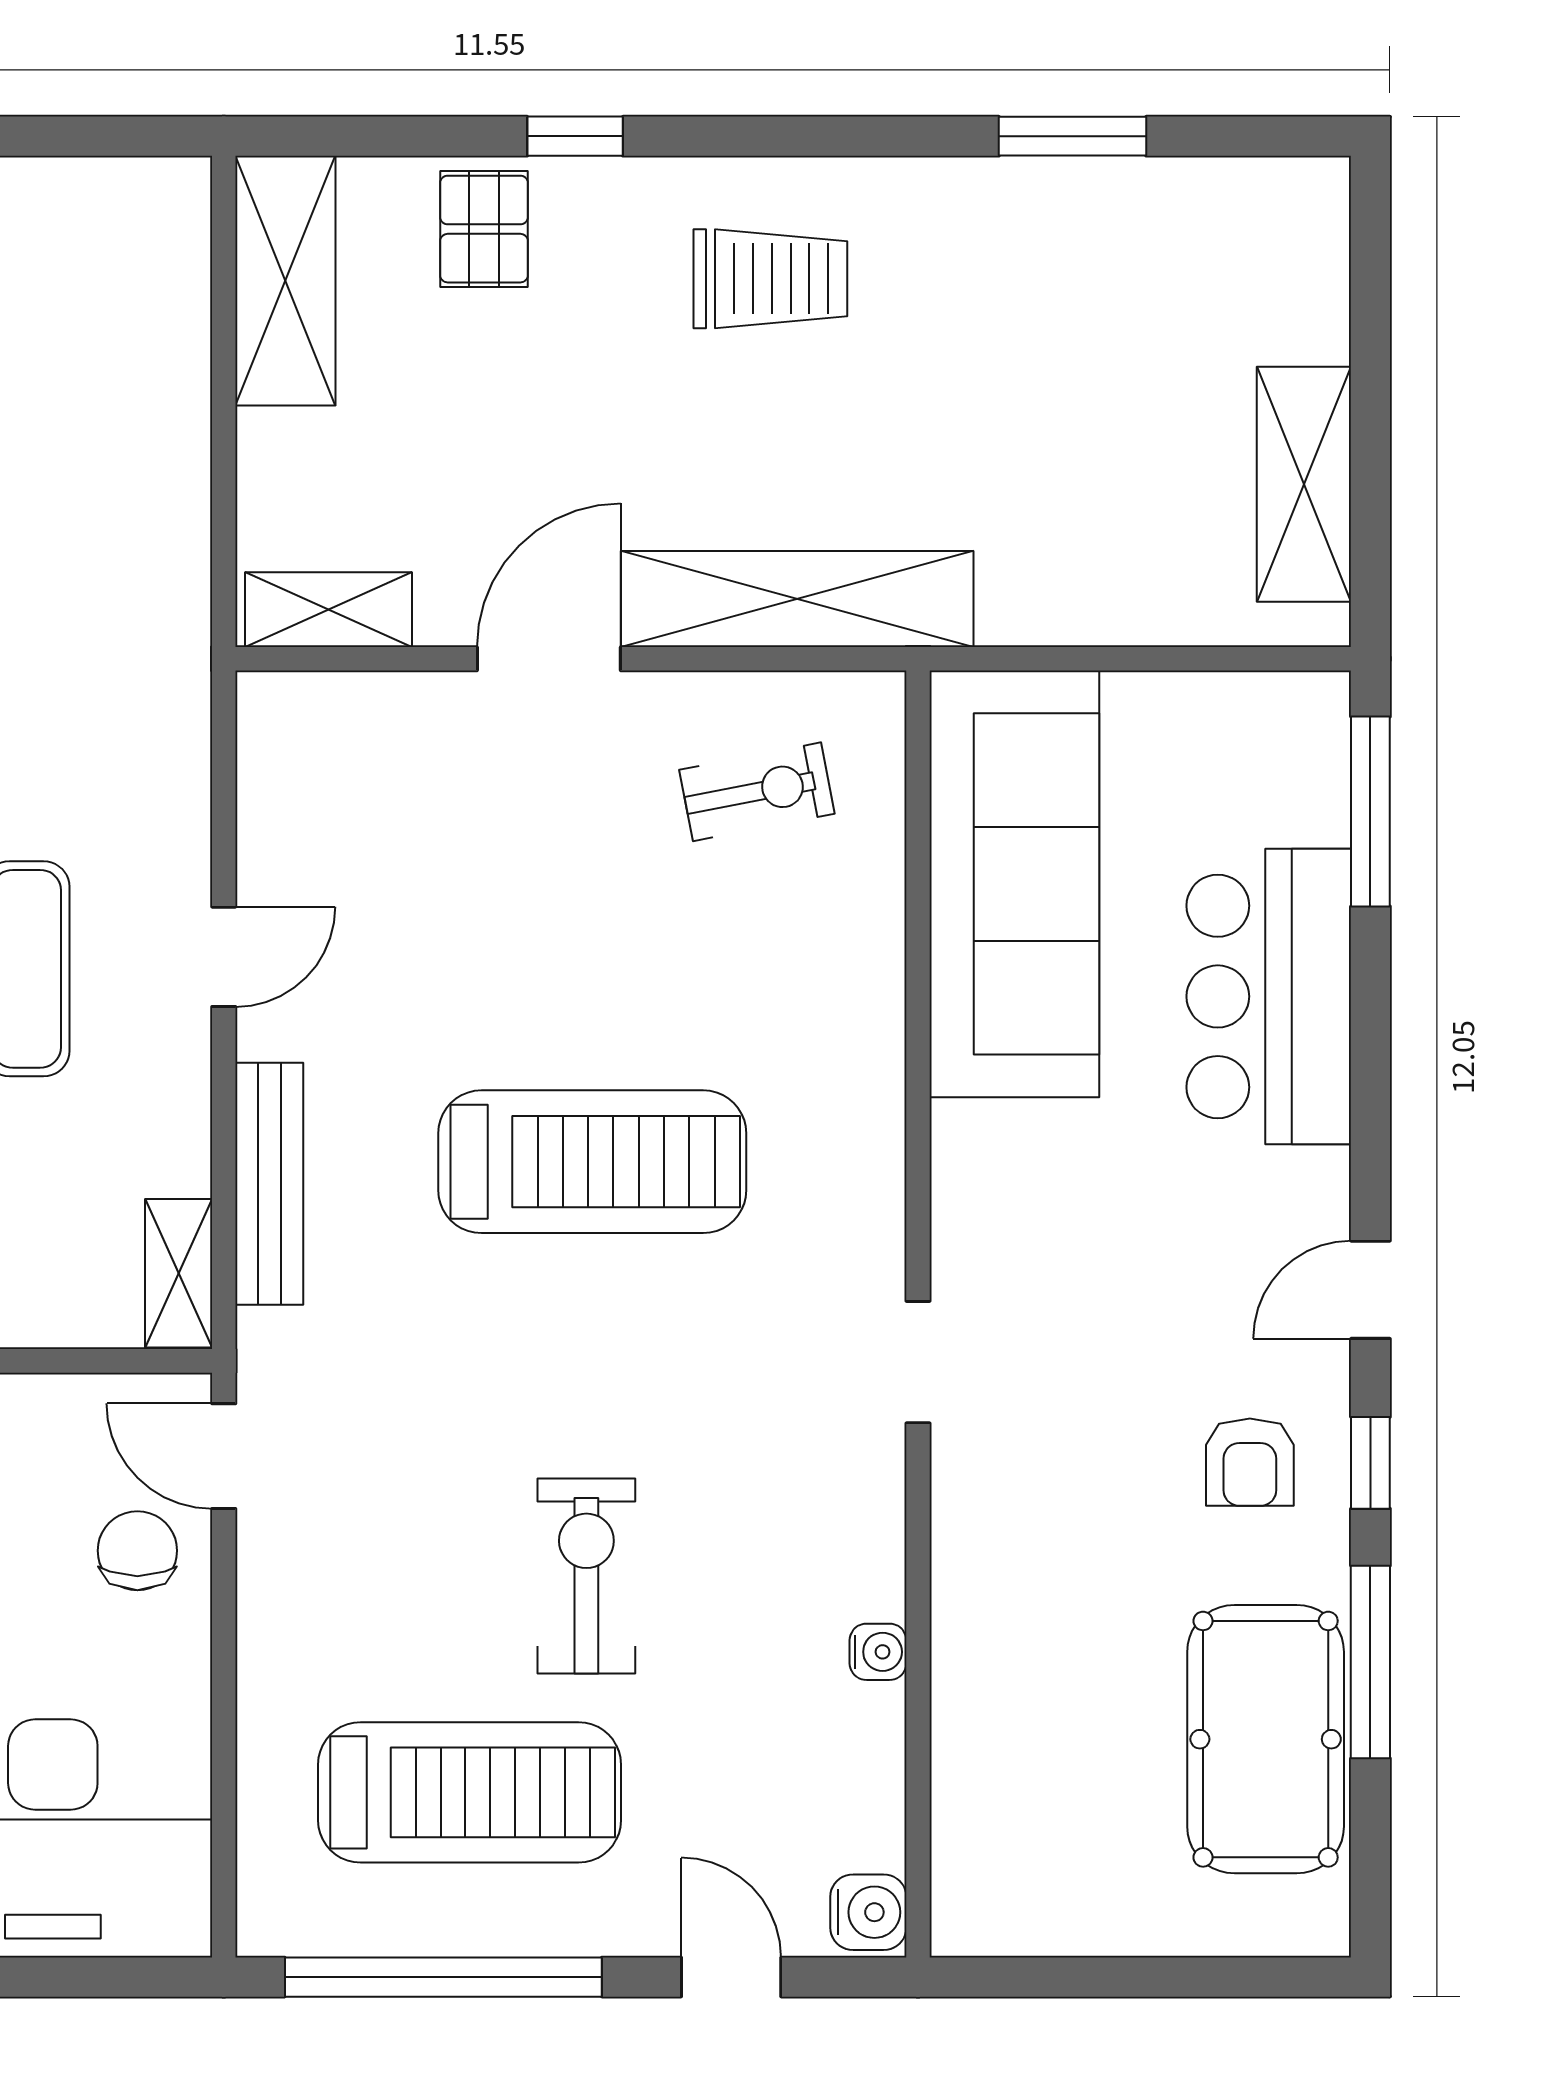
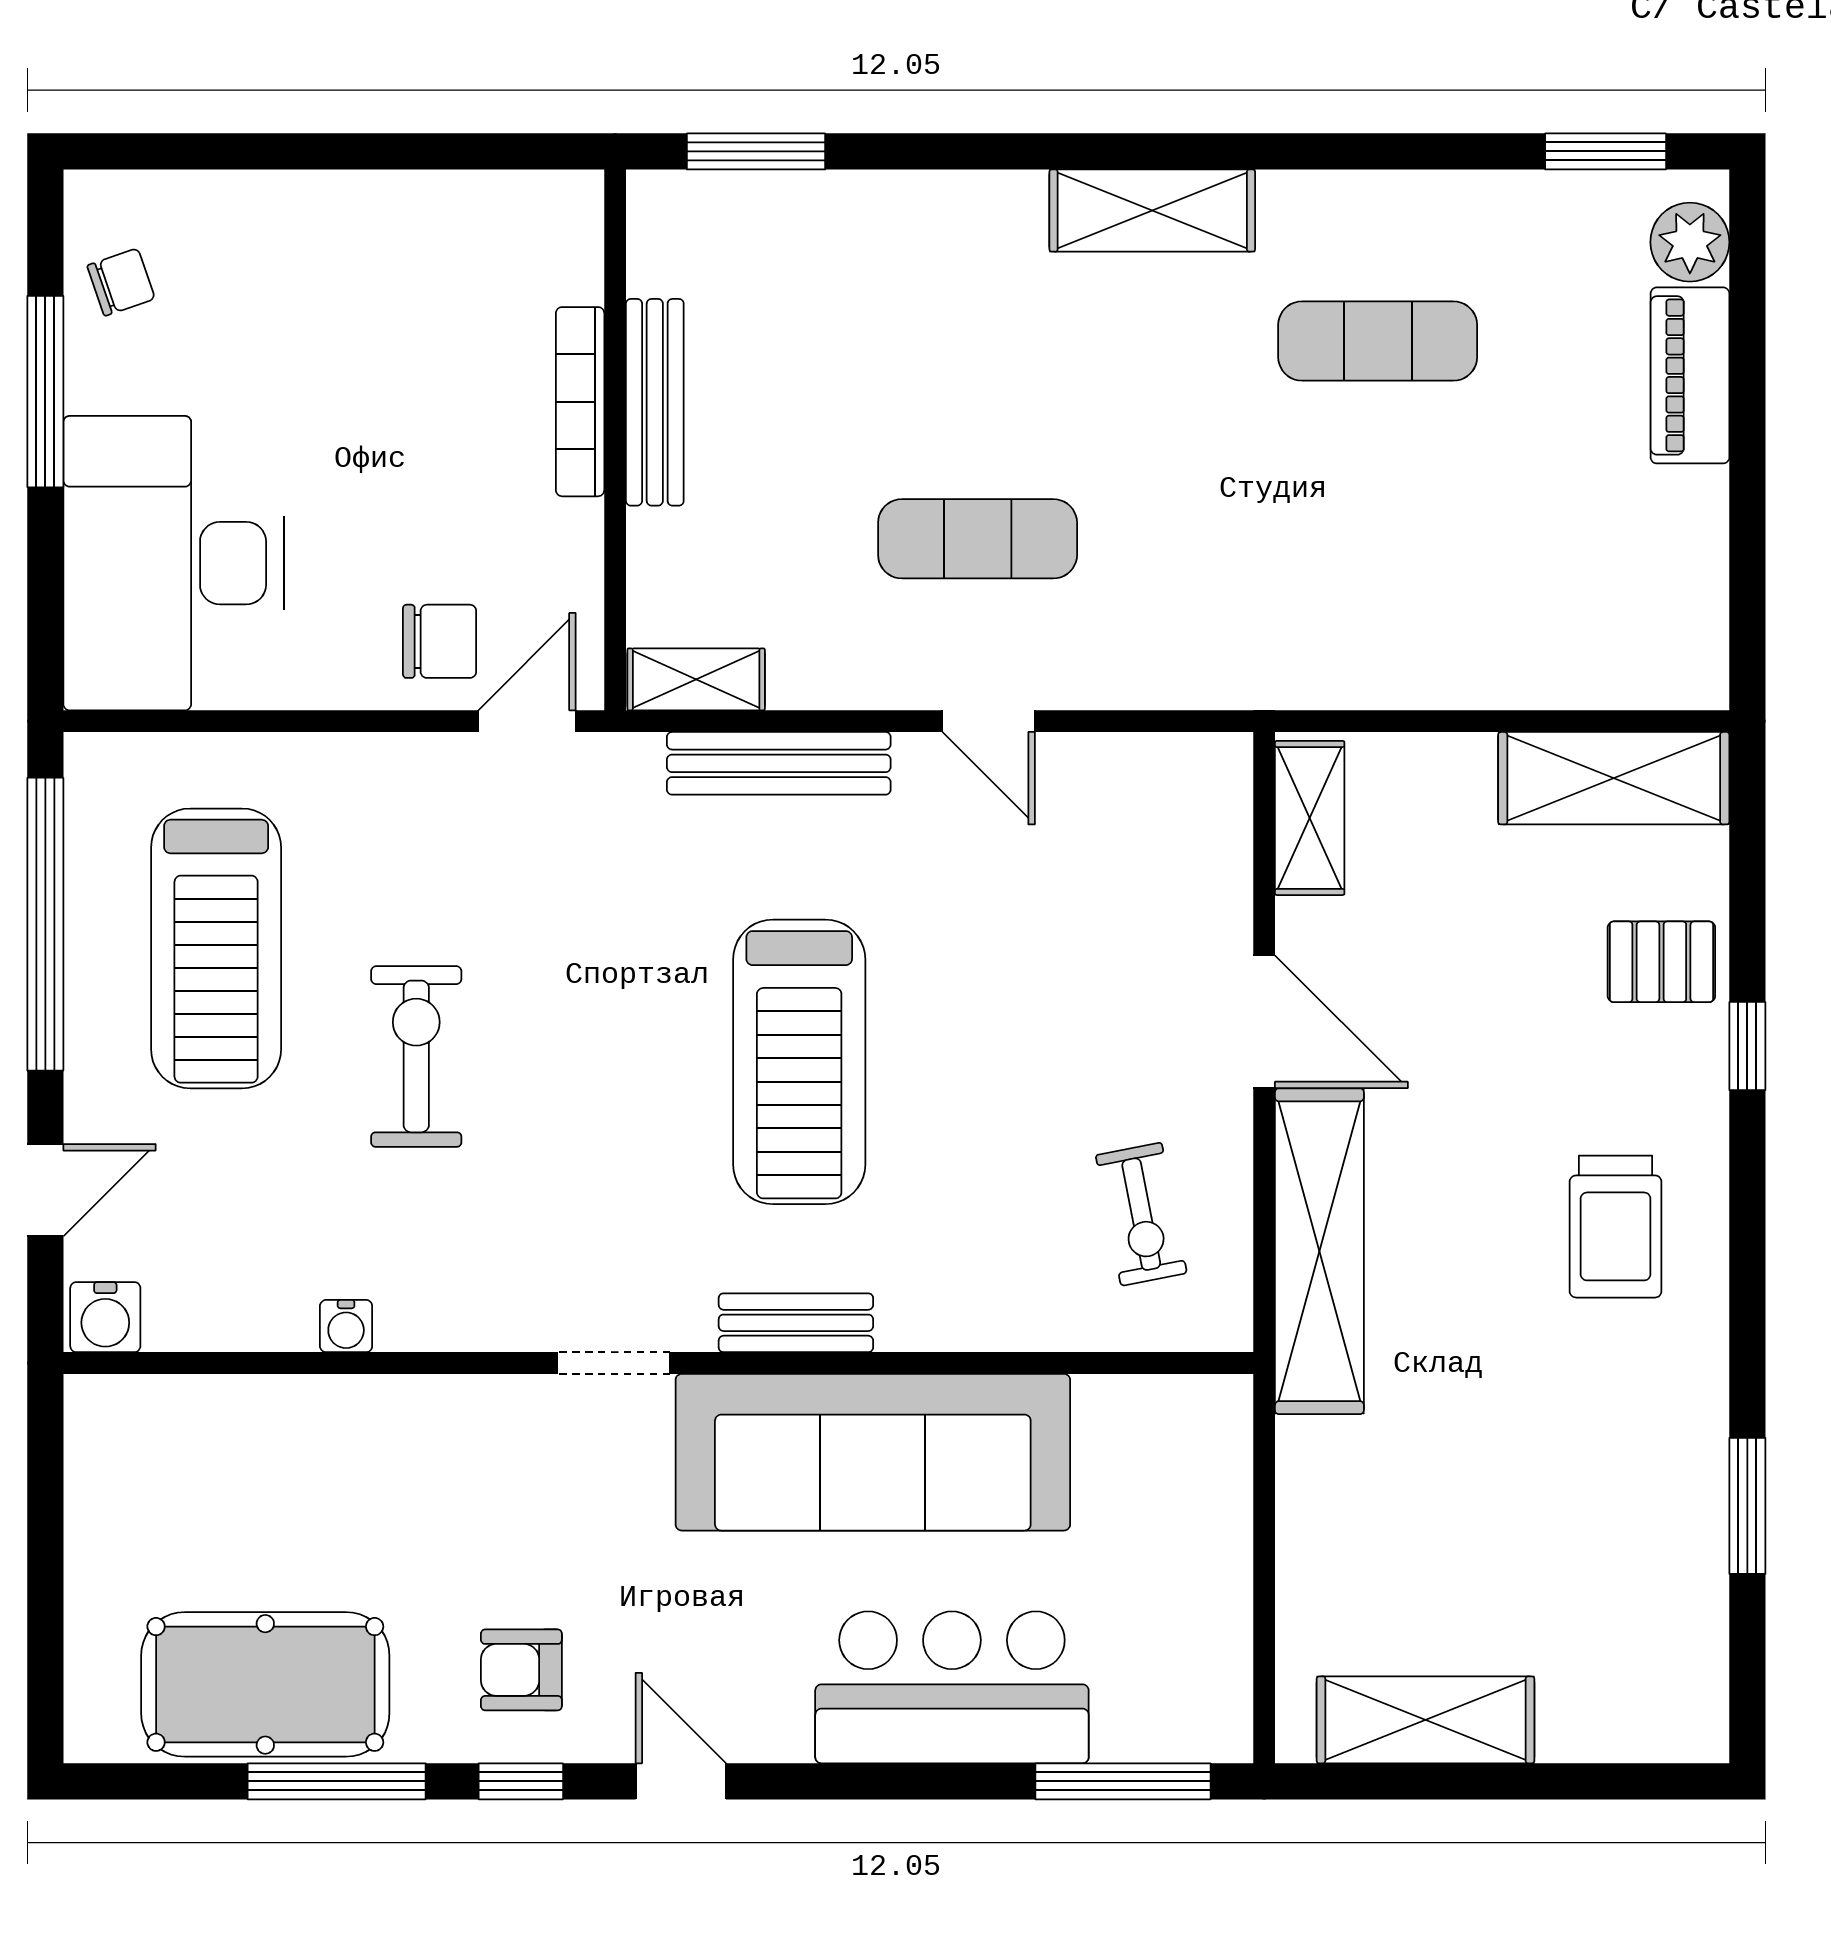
sofa: (1014, 884) -> (873, 1452), moved
bench: (874, 1165) -> (796, 1323), added
exercise bike: (586, 1576) -> (416, 1056), turned -90

